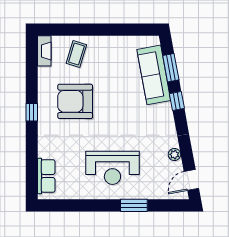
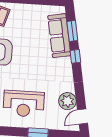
plant: (174, 154) -> (67, 101), width x1.87, depth x1.87

